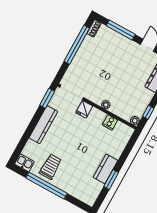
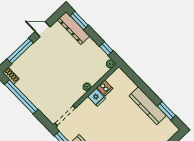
fridge: (84, 109) -> (97, 97), moved
kitchen counter: (105, 169) -> (148, 106), width x1.50
window: (111, 180) -> (166, 111), moved

